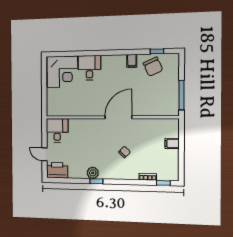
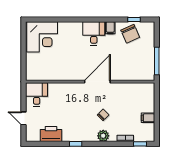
desk: (89, 68) -> (94, 33), moved
filing cabinet: (172, 143) -> (148, 118), moved
printer: (57, 170) -> (51, 134), moved
plant: (93, 173) -> (103, 136), moved

